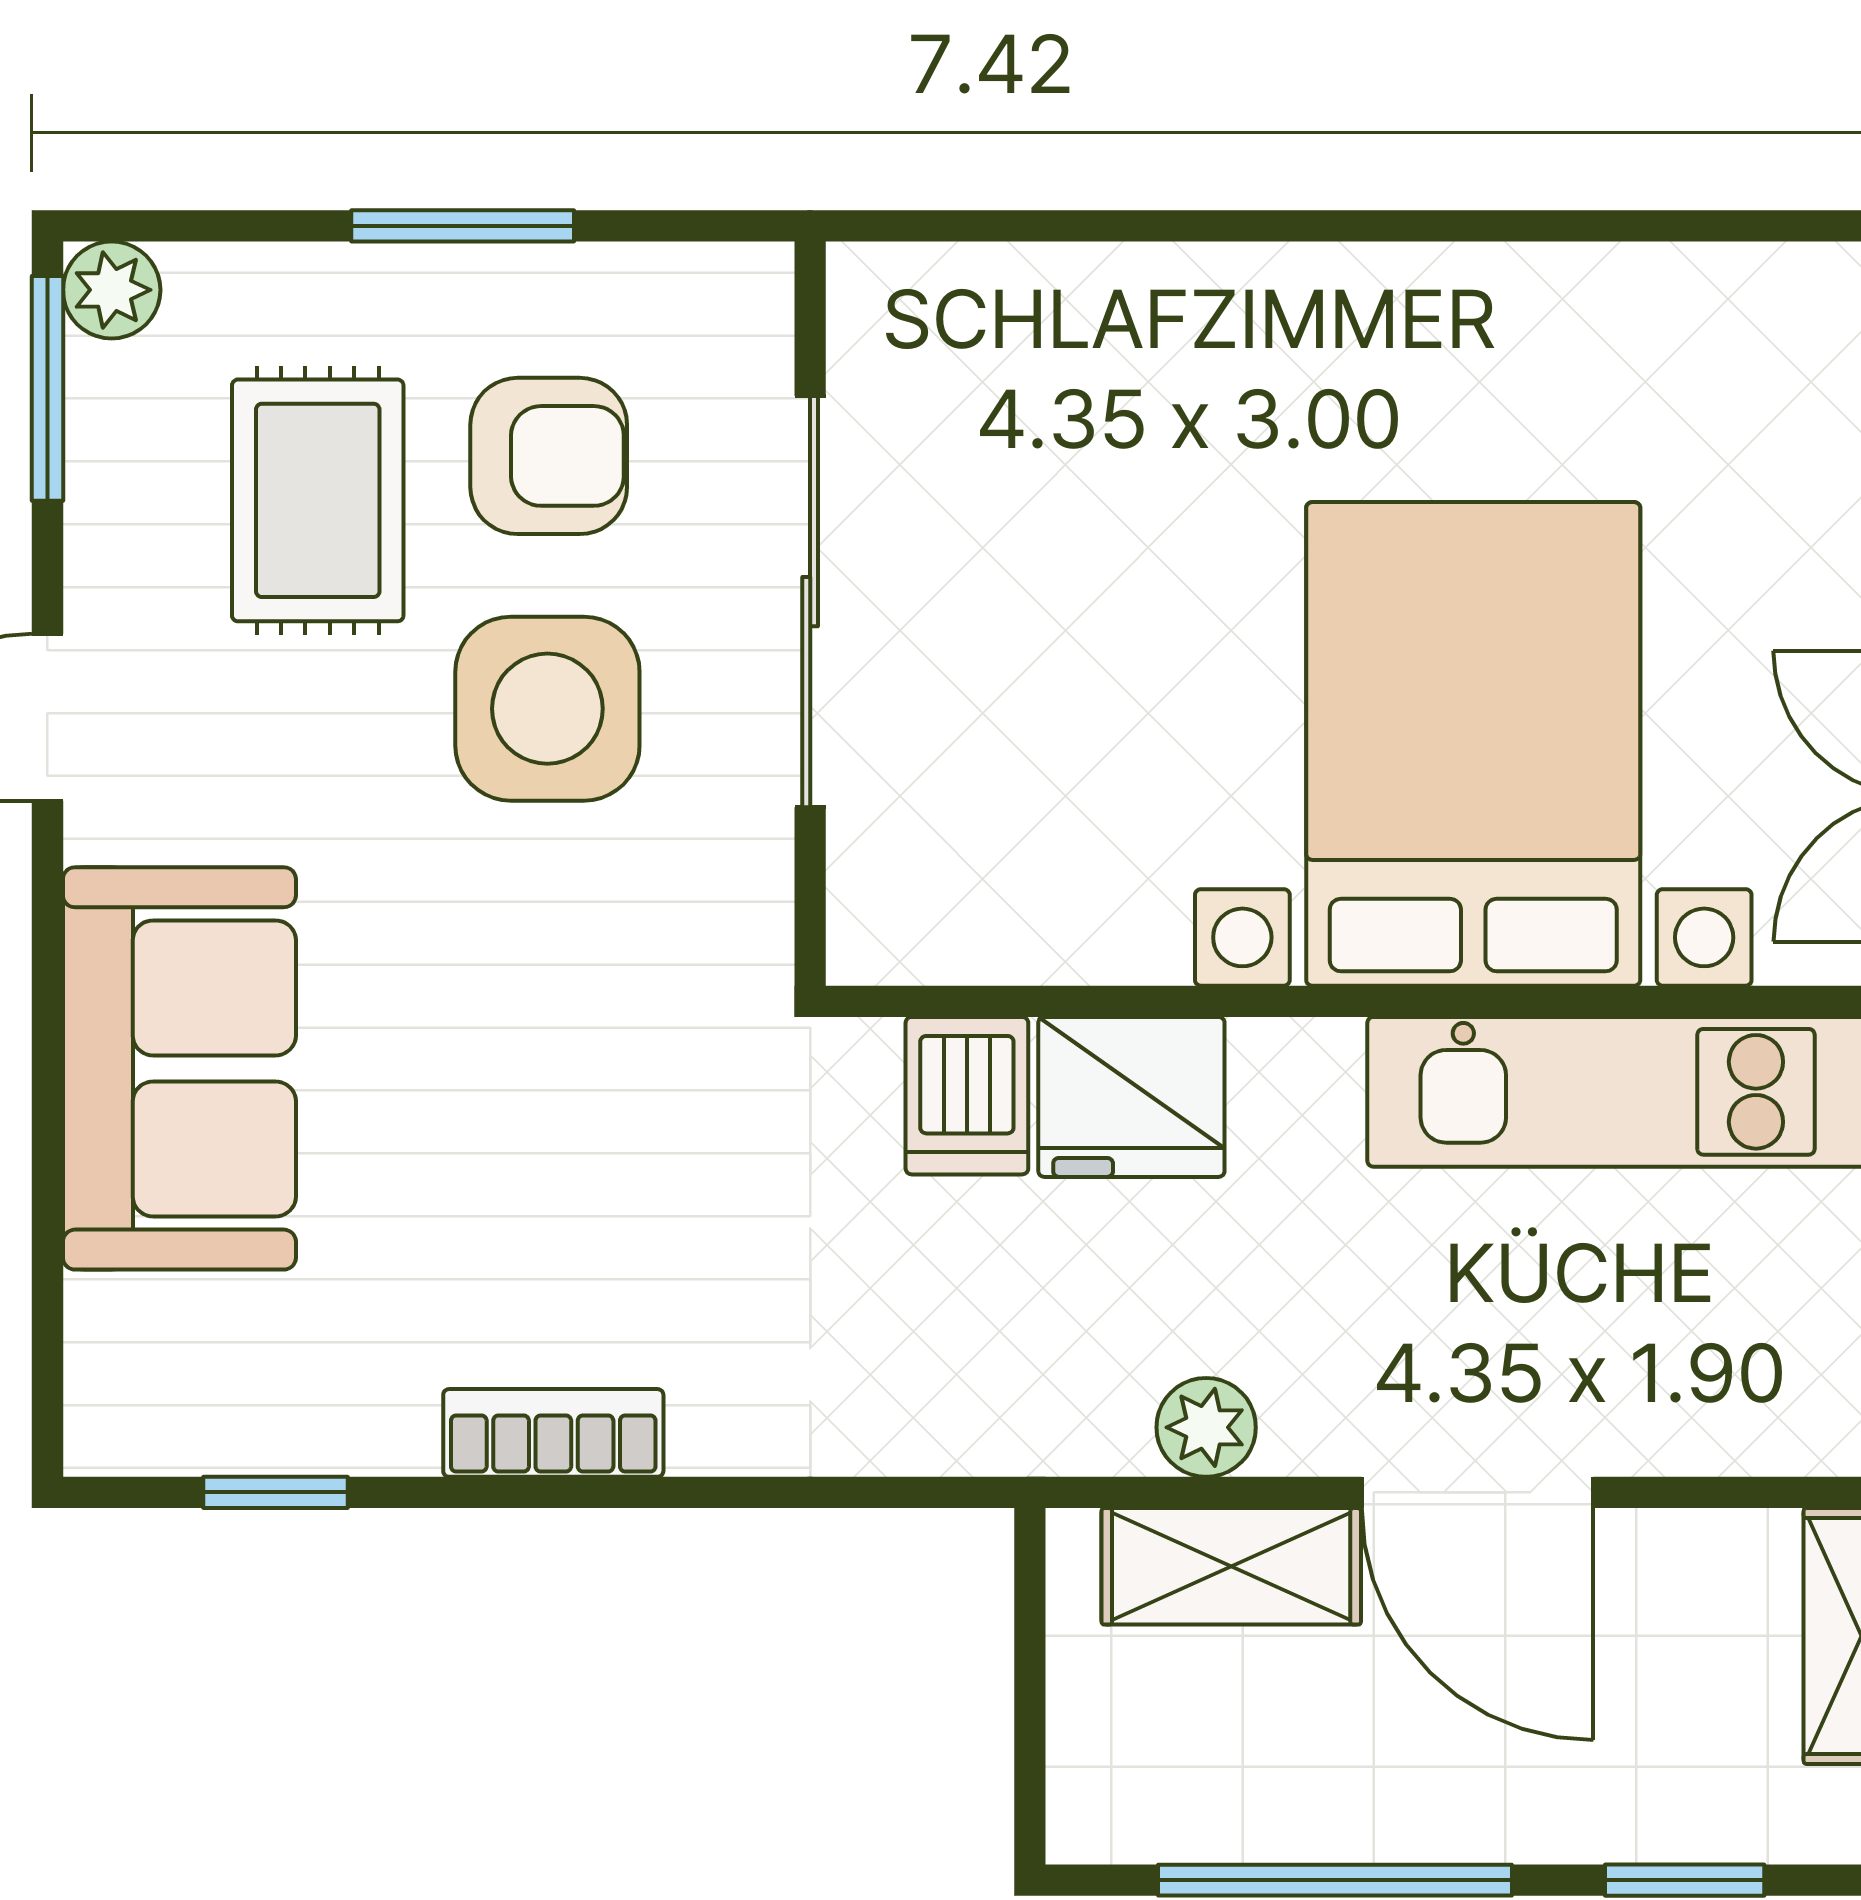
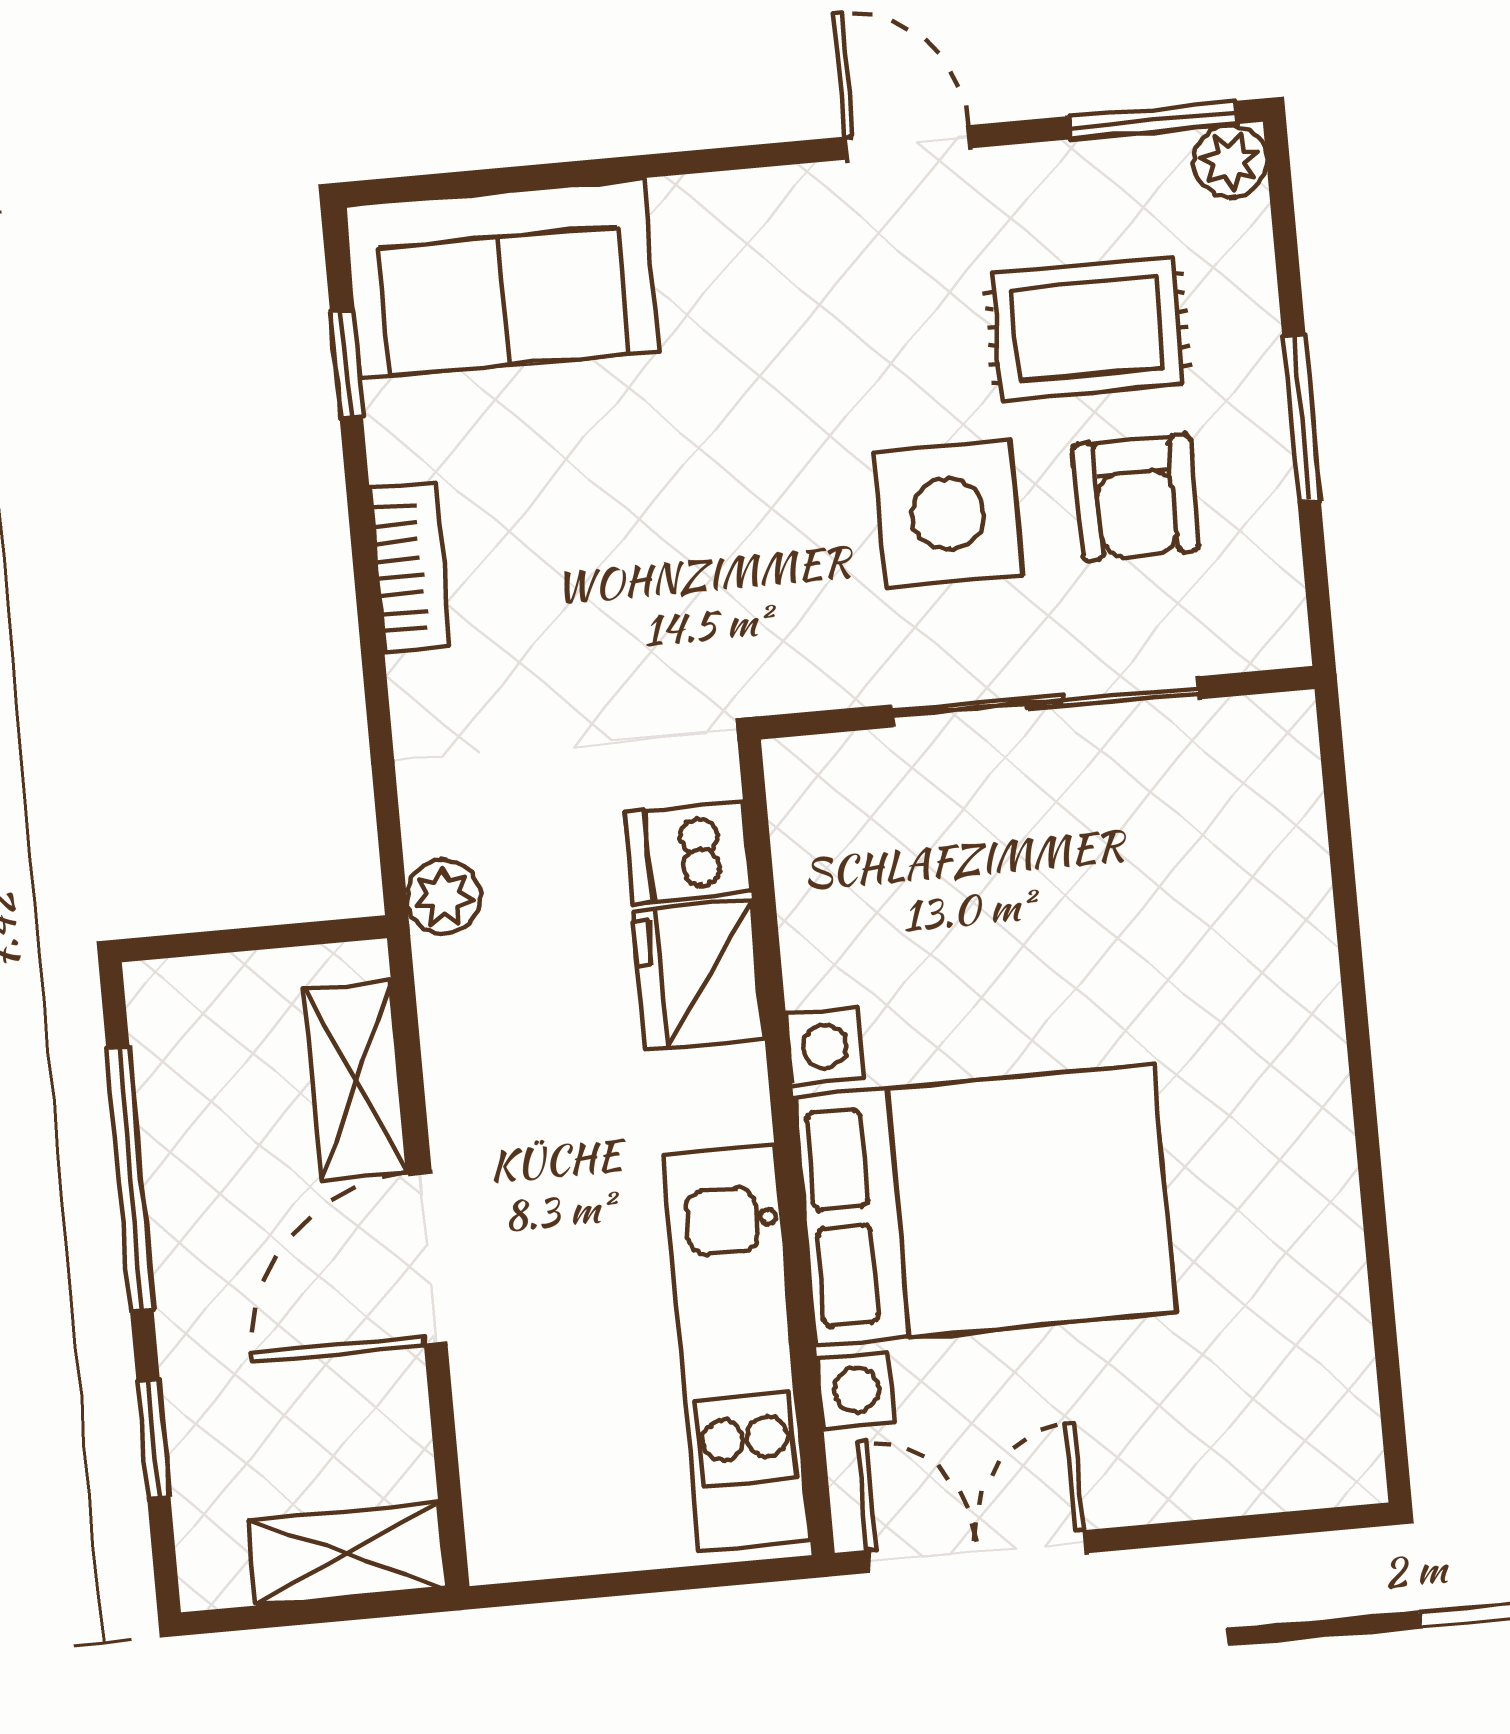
sofa: (179, 1068) -> (501, 278), moved
plant: (1206, 1427) -> (444, 897), moved

